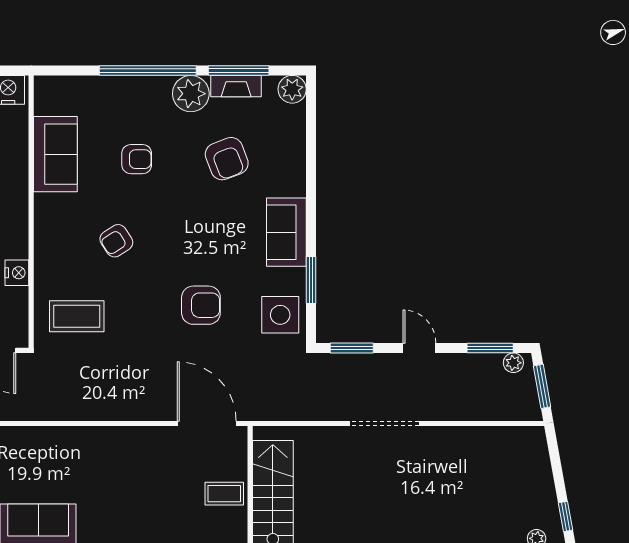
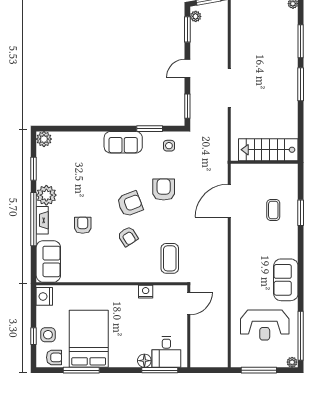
window: (239, 70) -> (34, 169), width x0.69
fireplace: (236, 86) -> (42, 220), moved
sofa: (55, 154) -> (48, 261), moved, turned 90
armchair: (227, 159) -> (130, 204), moved
side table: (280, 315) -> (169, 146), width x0.54, depth x0.54
door: (207, 423) -> (229, 201), moved
coffee table: (224, 494) -> (273, 210), moved

